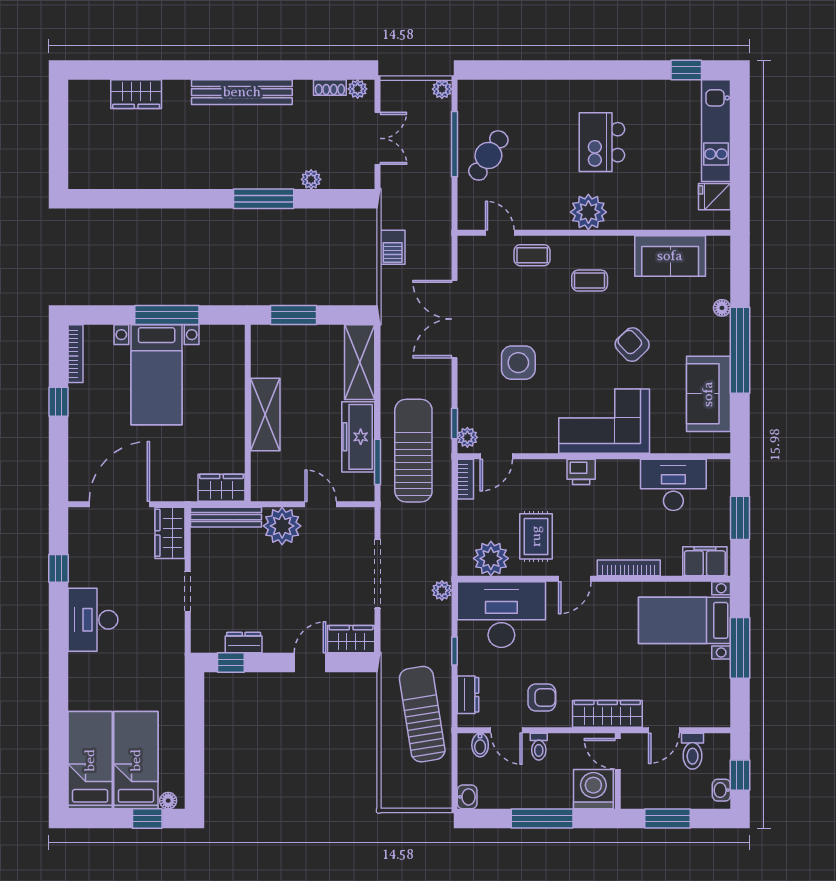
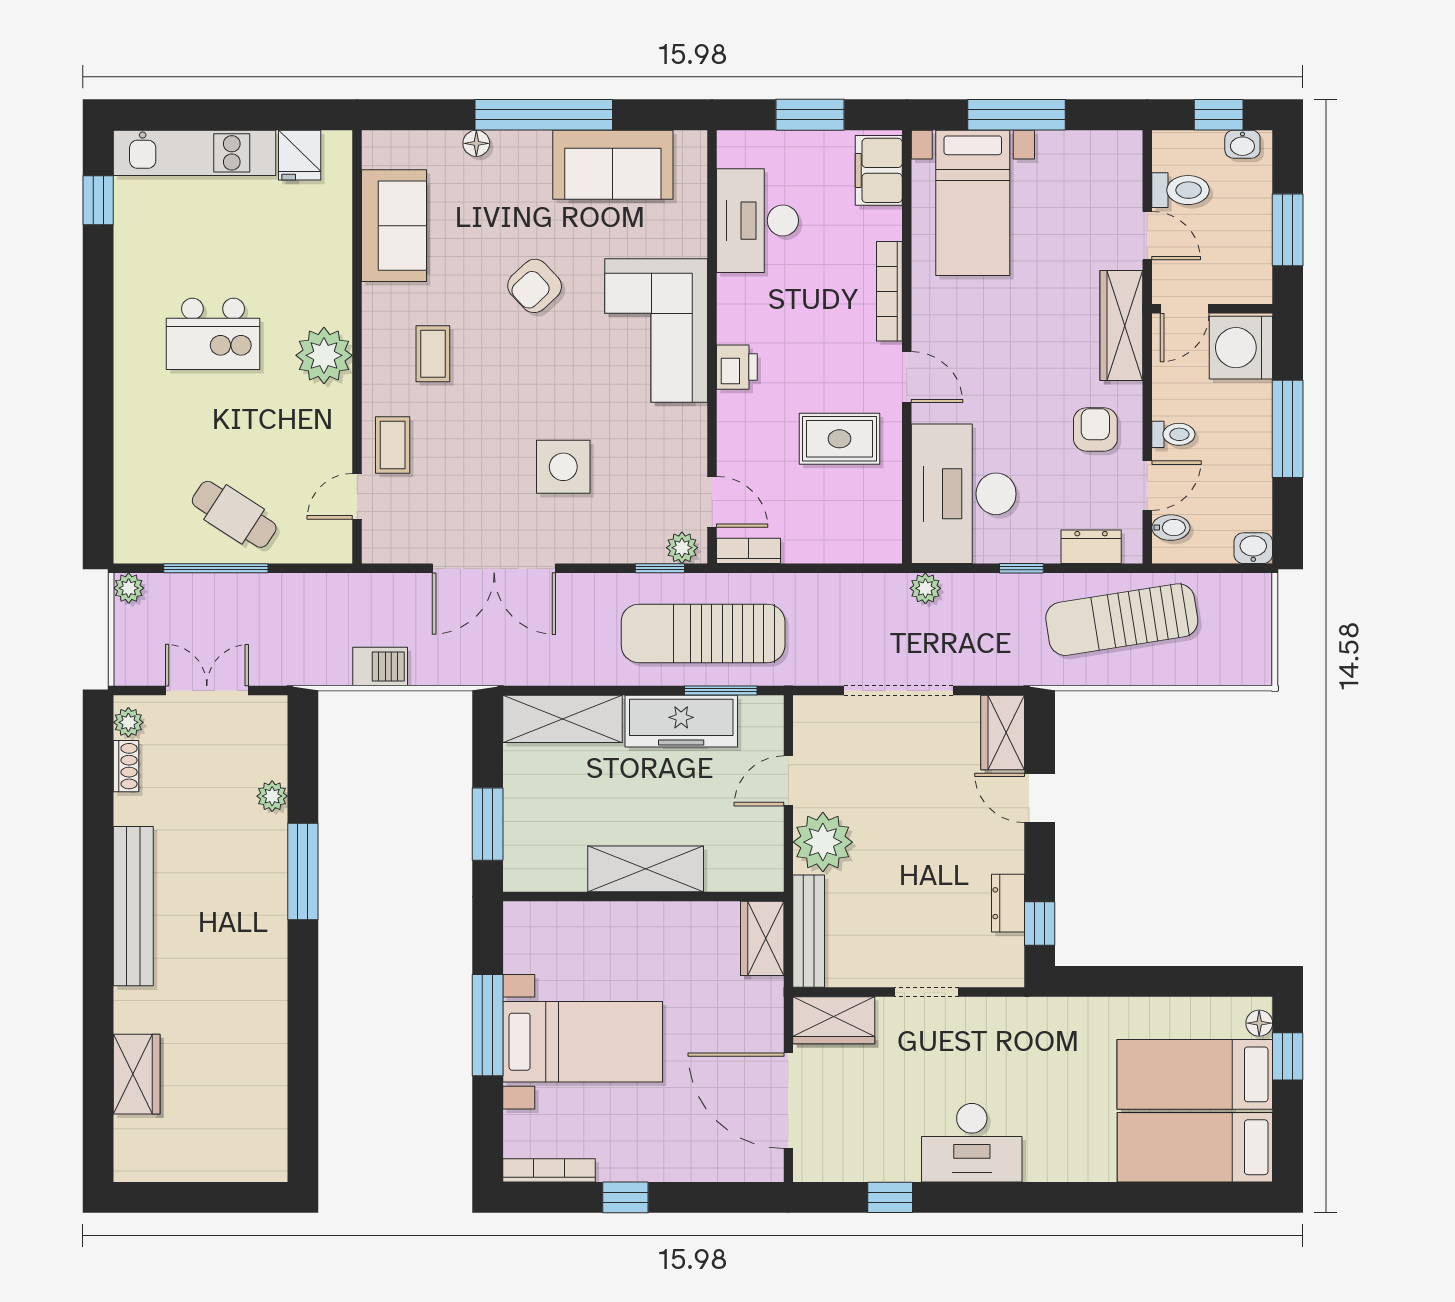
plant: (491, 558) -> (874, 510), removed

